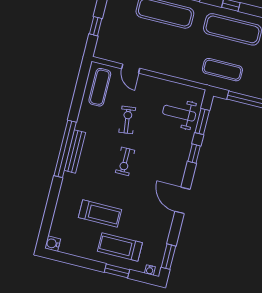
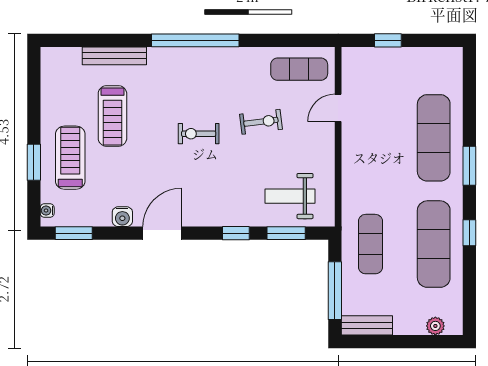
weight bench: (179, 113) -> (290, 196), turned -90
bench: (75, 151) -> (114, 56), moved
water cooler: (53, 244) -> (122, 217), moved, turned 180

